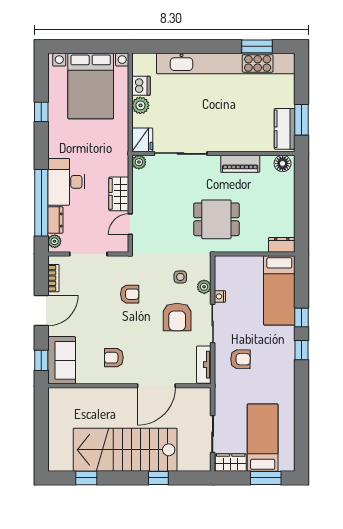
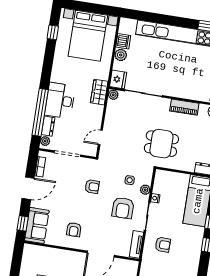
window: (41, 112) -> (53, 32), moved
wardrobe: (119, 194) -> (99, 92), moved
armchair: (114, 358) -> (74, 230), turned -90

